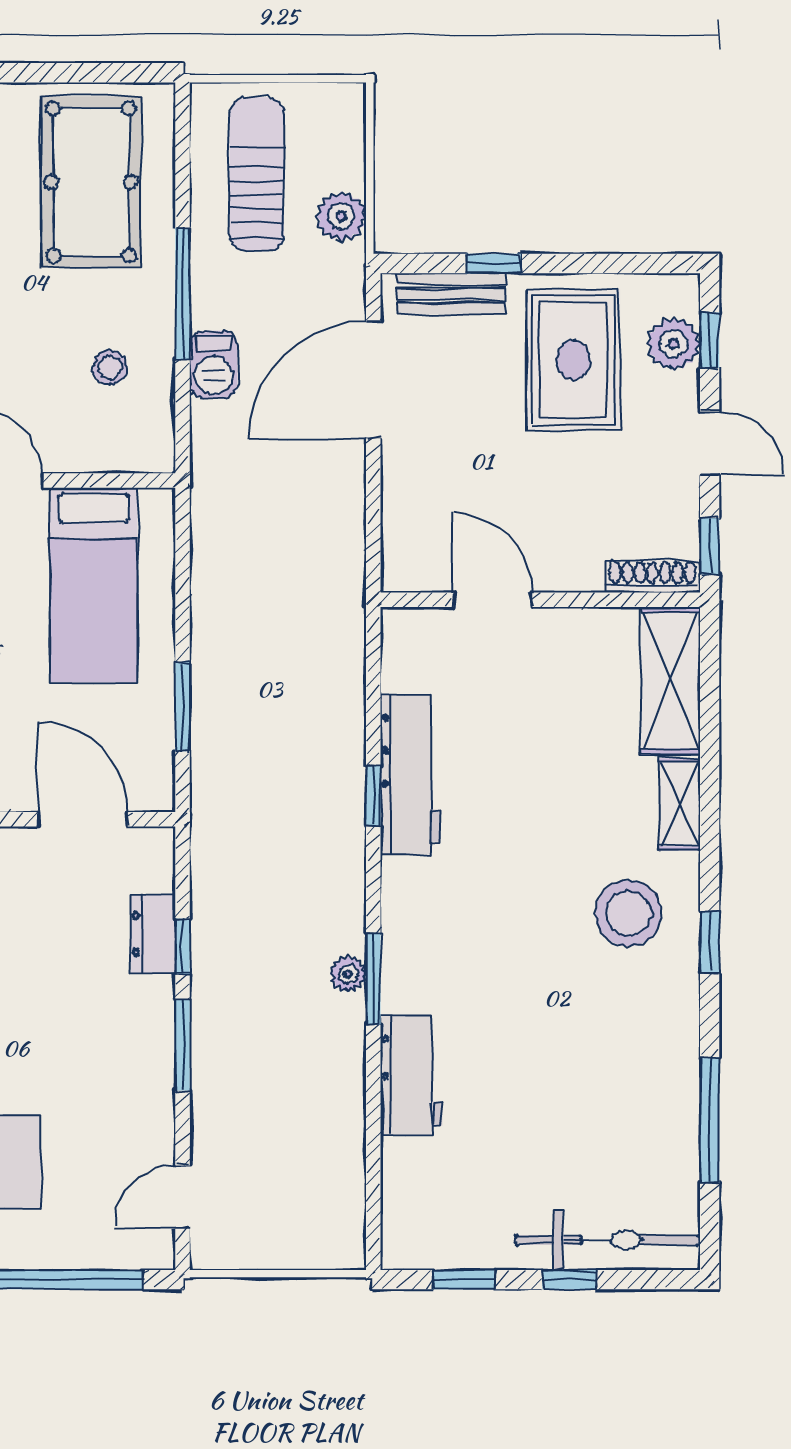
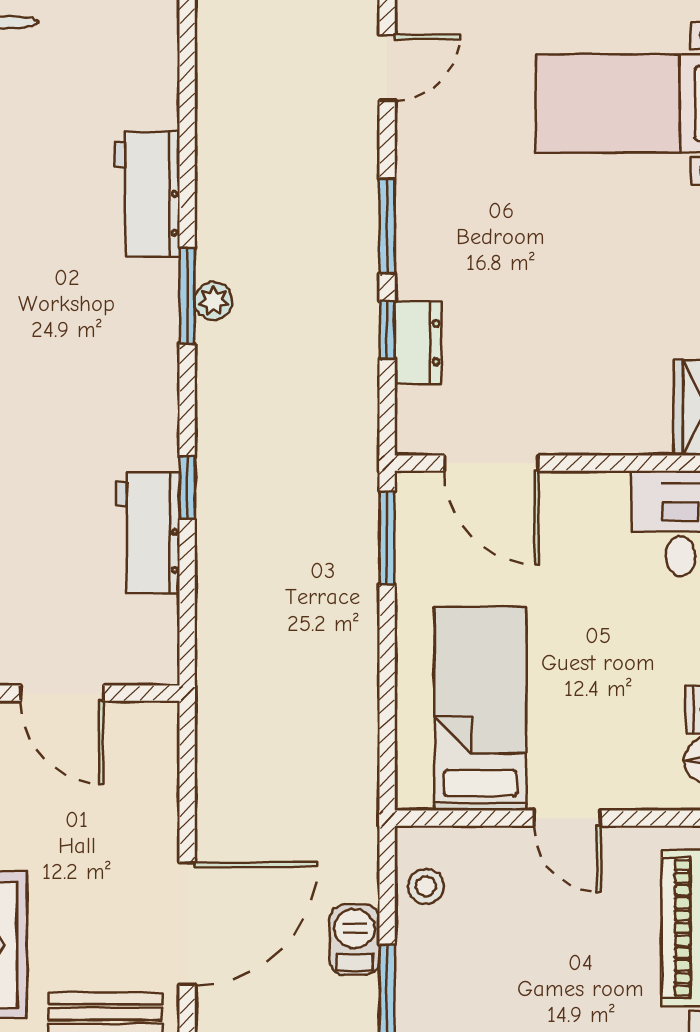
stool: (110, 367) -> (426, 886), moved
window: (183, 707) -> (387, 538), moved
workbench: (410, 775) -> (148, 533), width x0.73

